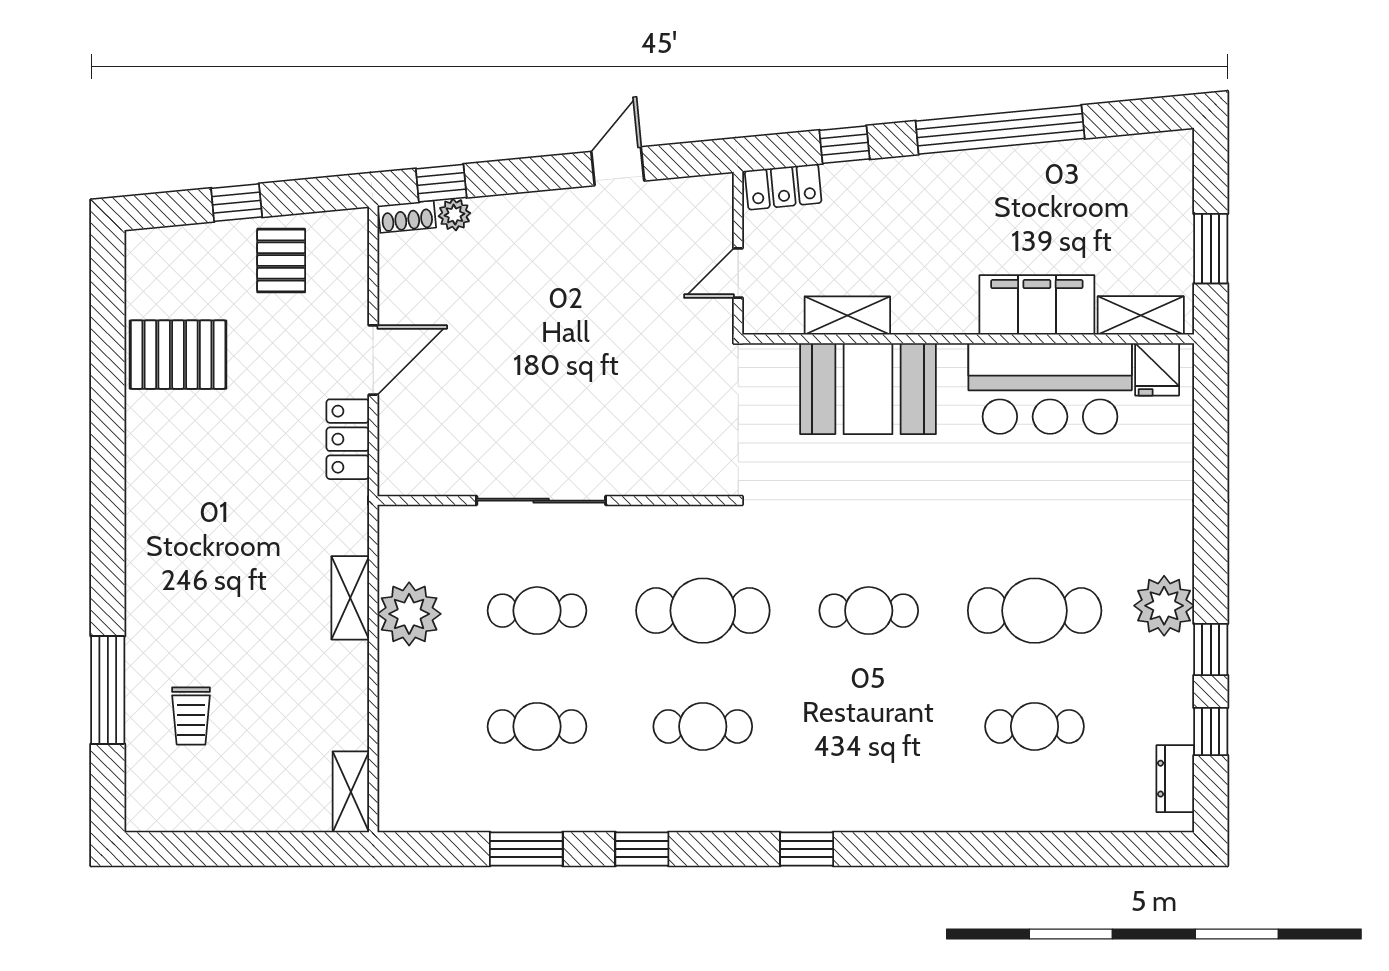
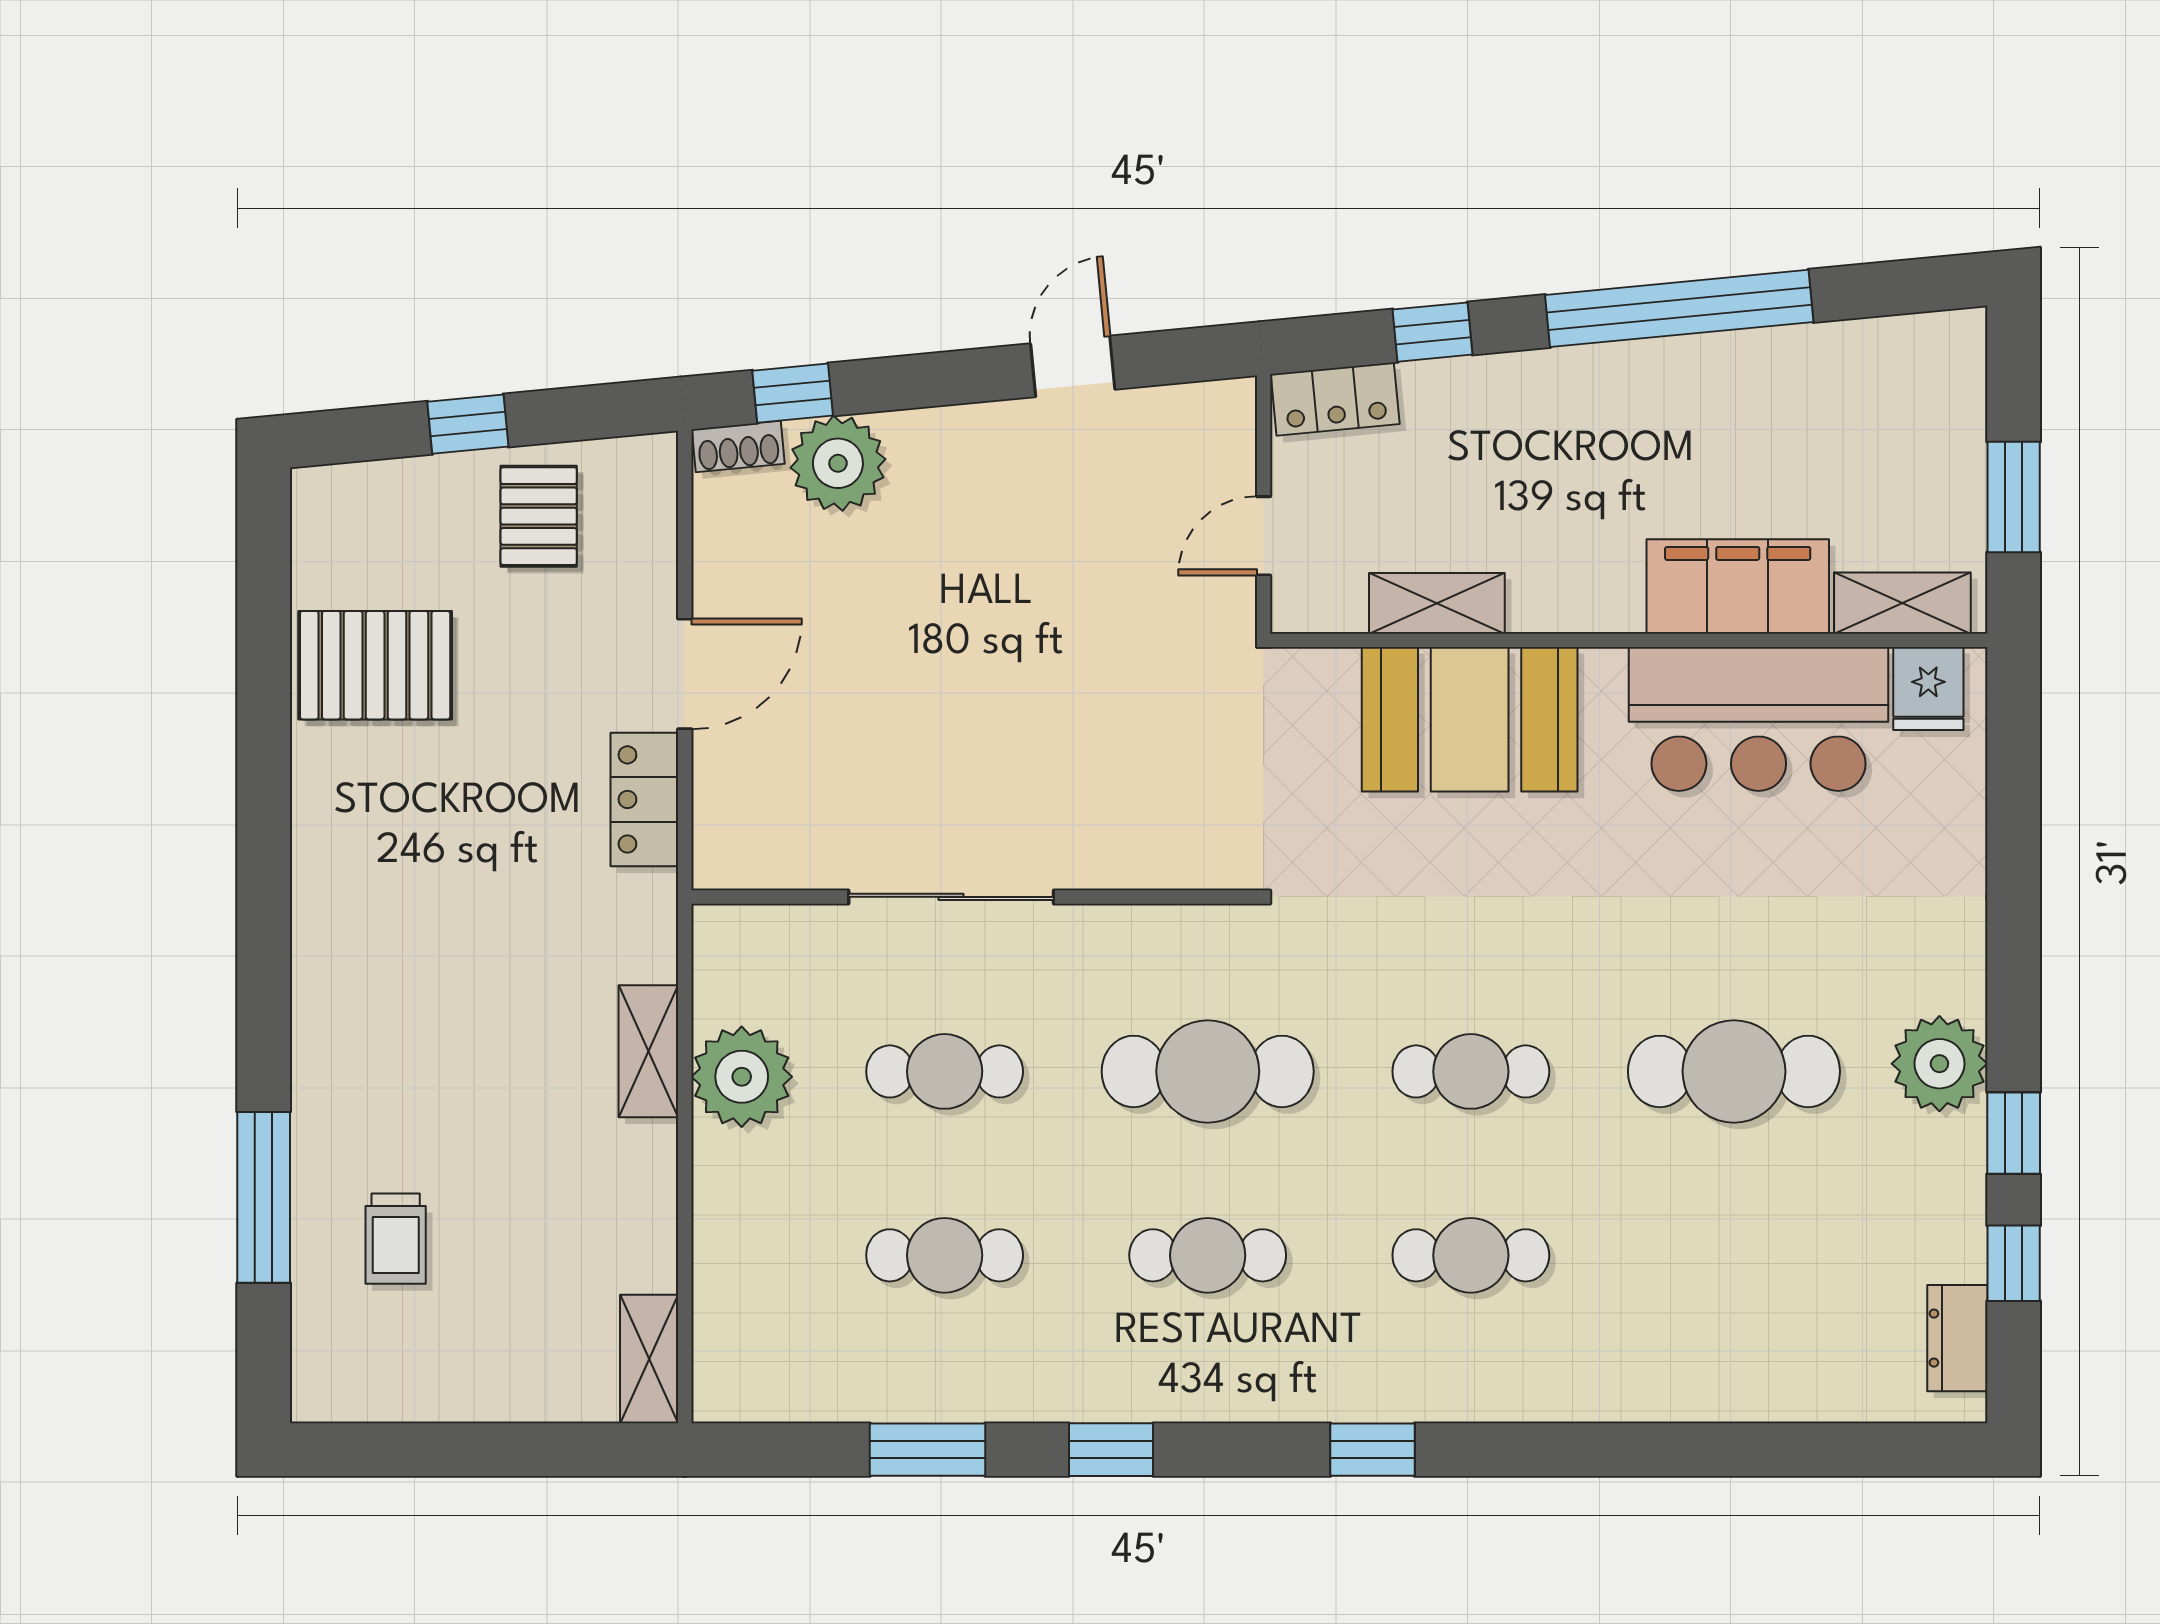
plant: (454, 215) -> (838, 463), width x1.87, depth x1.87
cafe table: (1035, 726) -> (1471, 1255), moved

